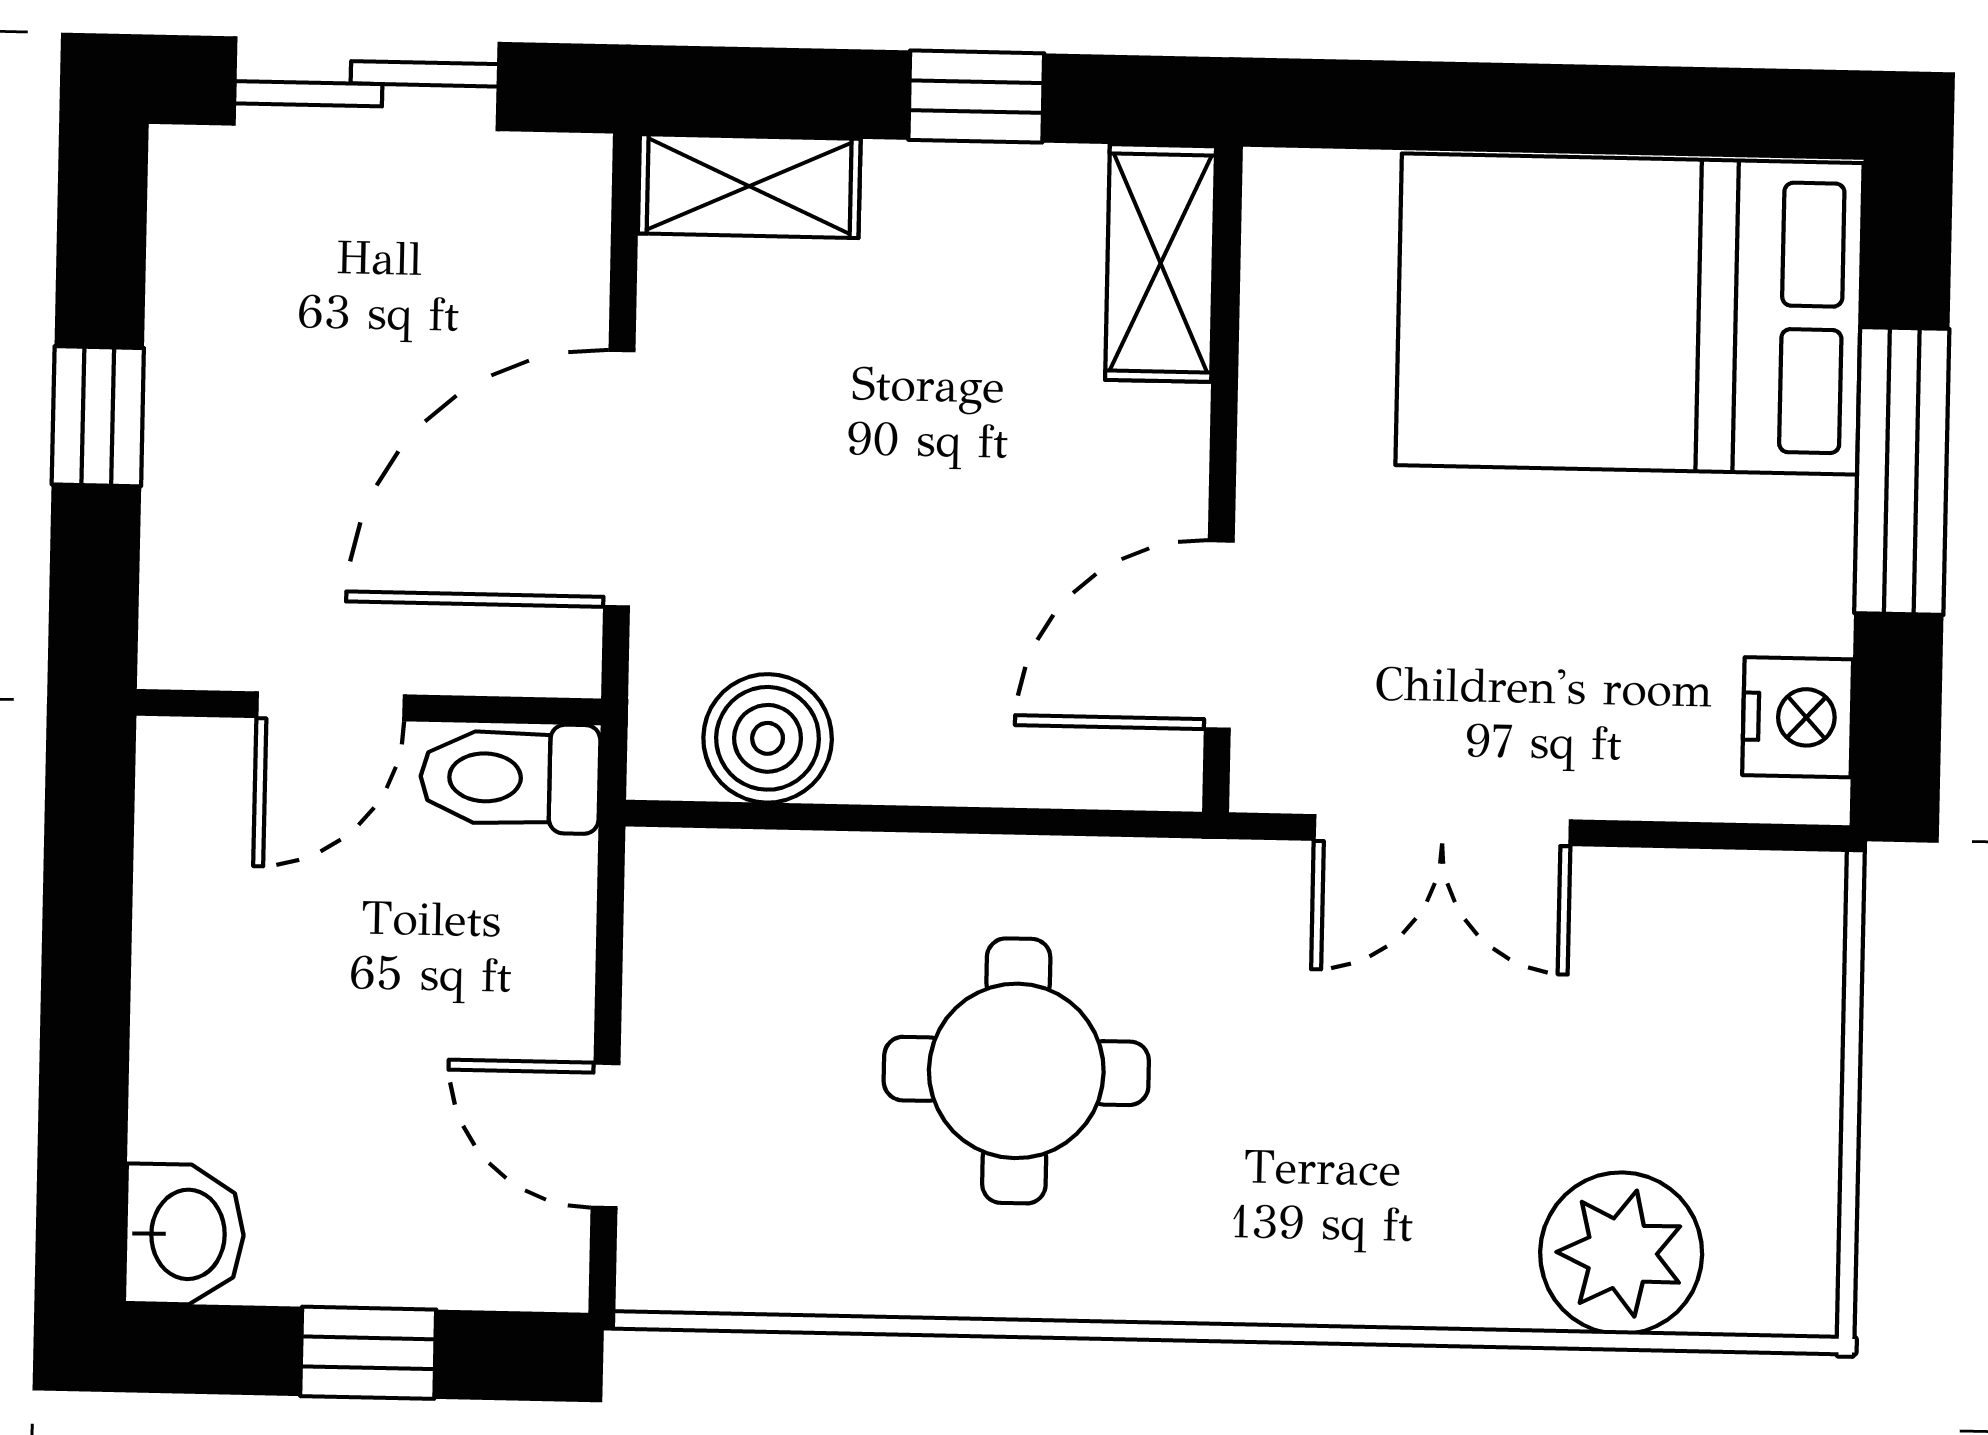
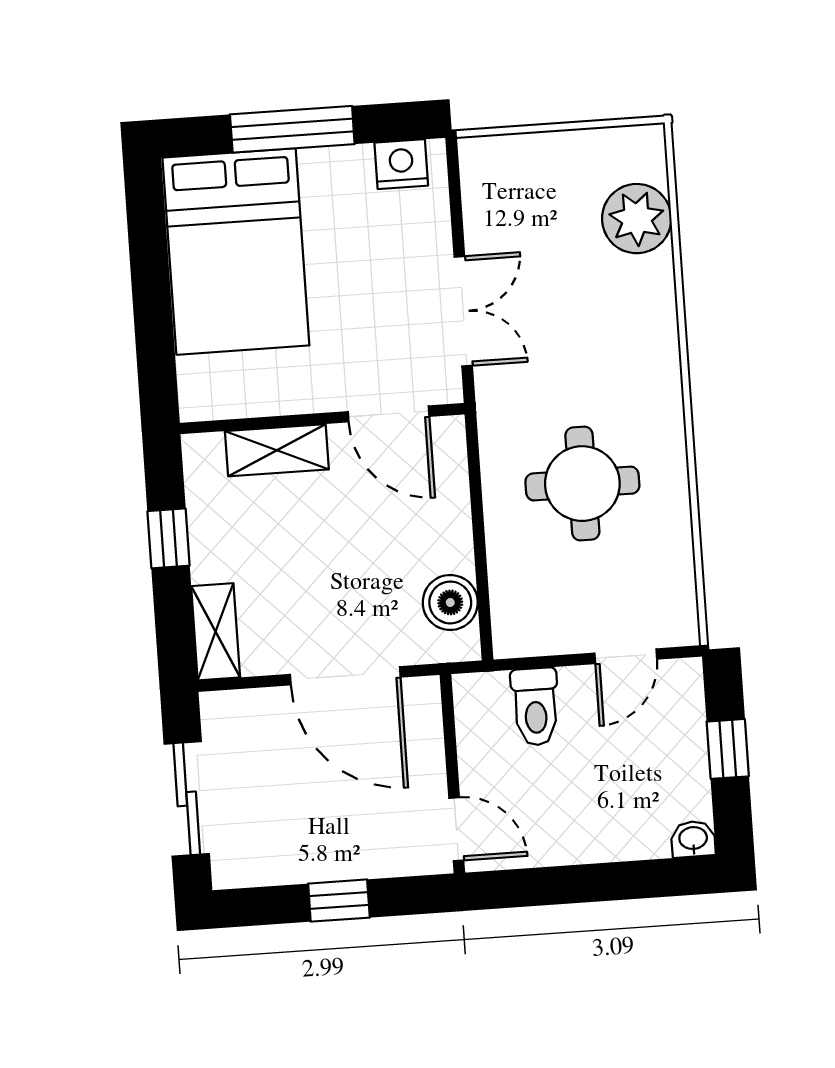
shelving: (1161, 263) -> (277, 450), moved
door: (331, 706) -> (456, 829), moved
toilet: (510, 778) -> (535, 707), moved
washbasin: (184, 1234) -> (693, 839), width x0.72, depth x0.69

